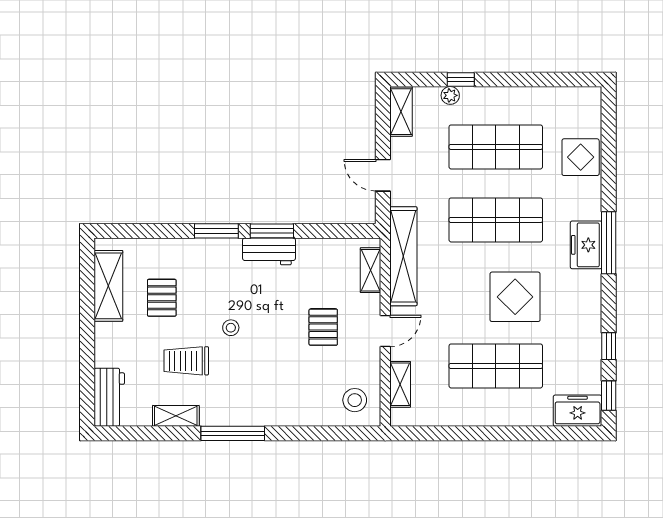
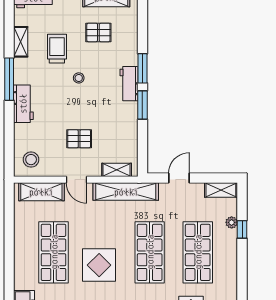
workbench: (269, 251) -> (129, 84), moved
shelving: (400, 384) -> (41, 192), width x1.50, depth x1.33
workbench: (270, 412) -> (23, 104), added

